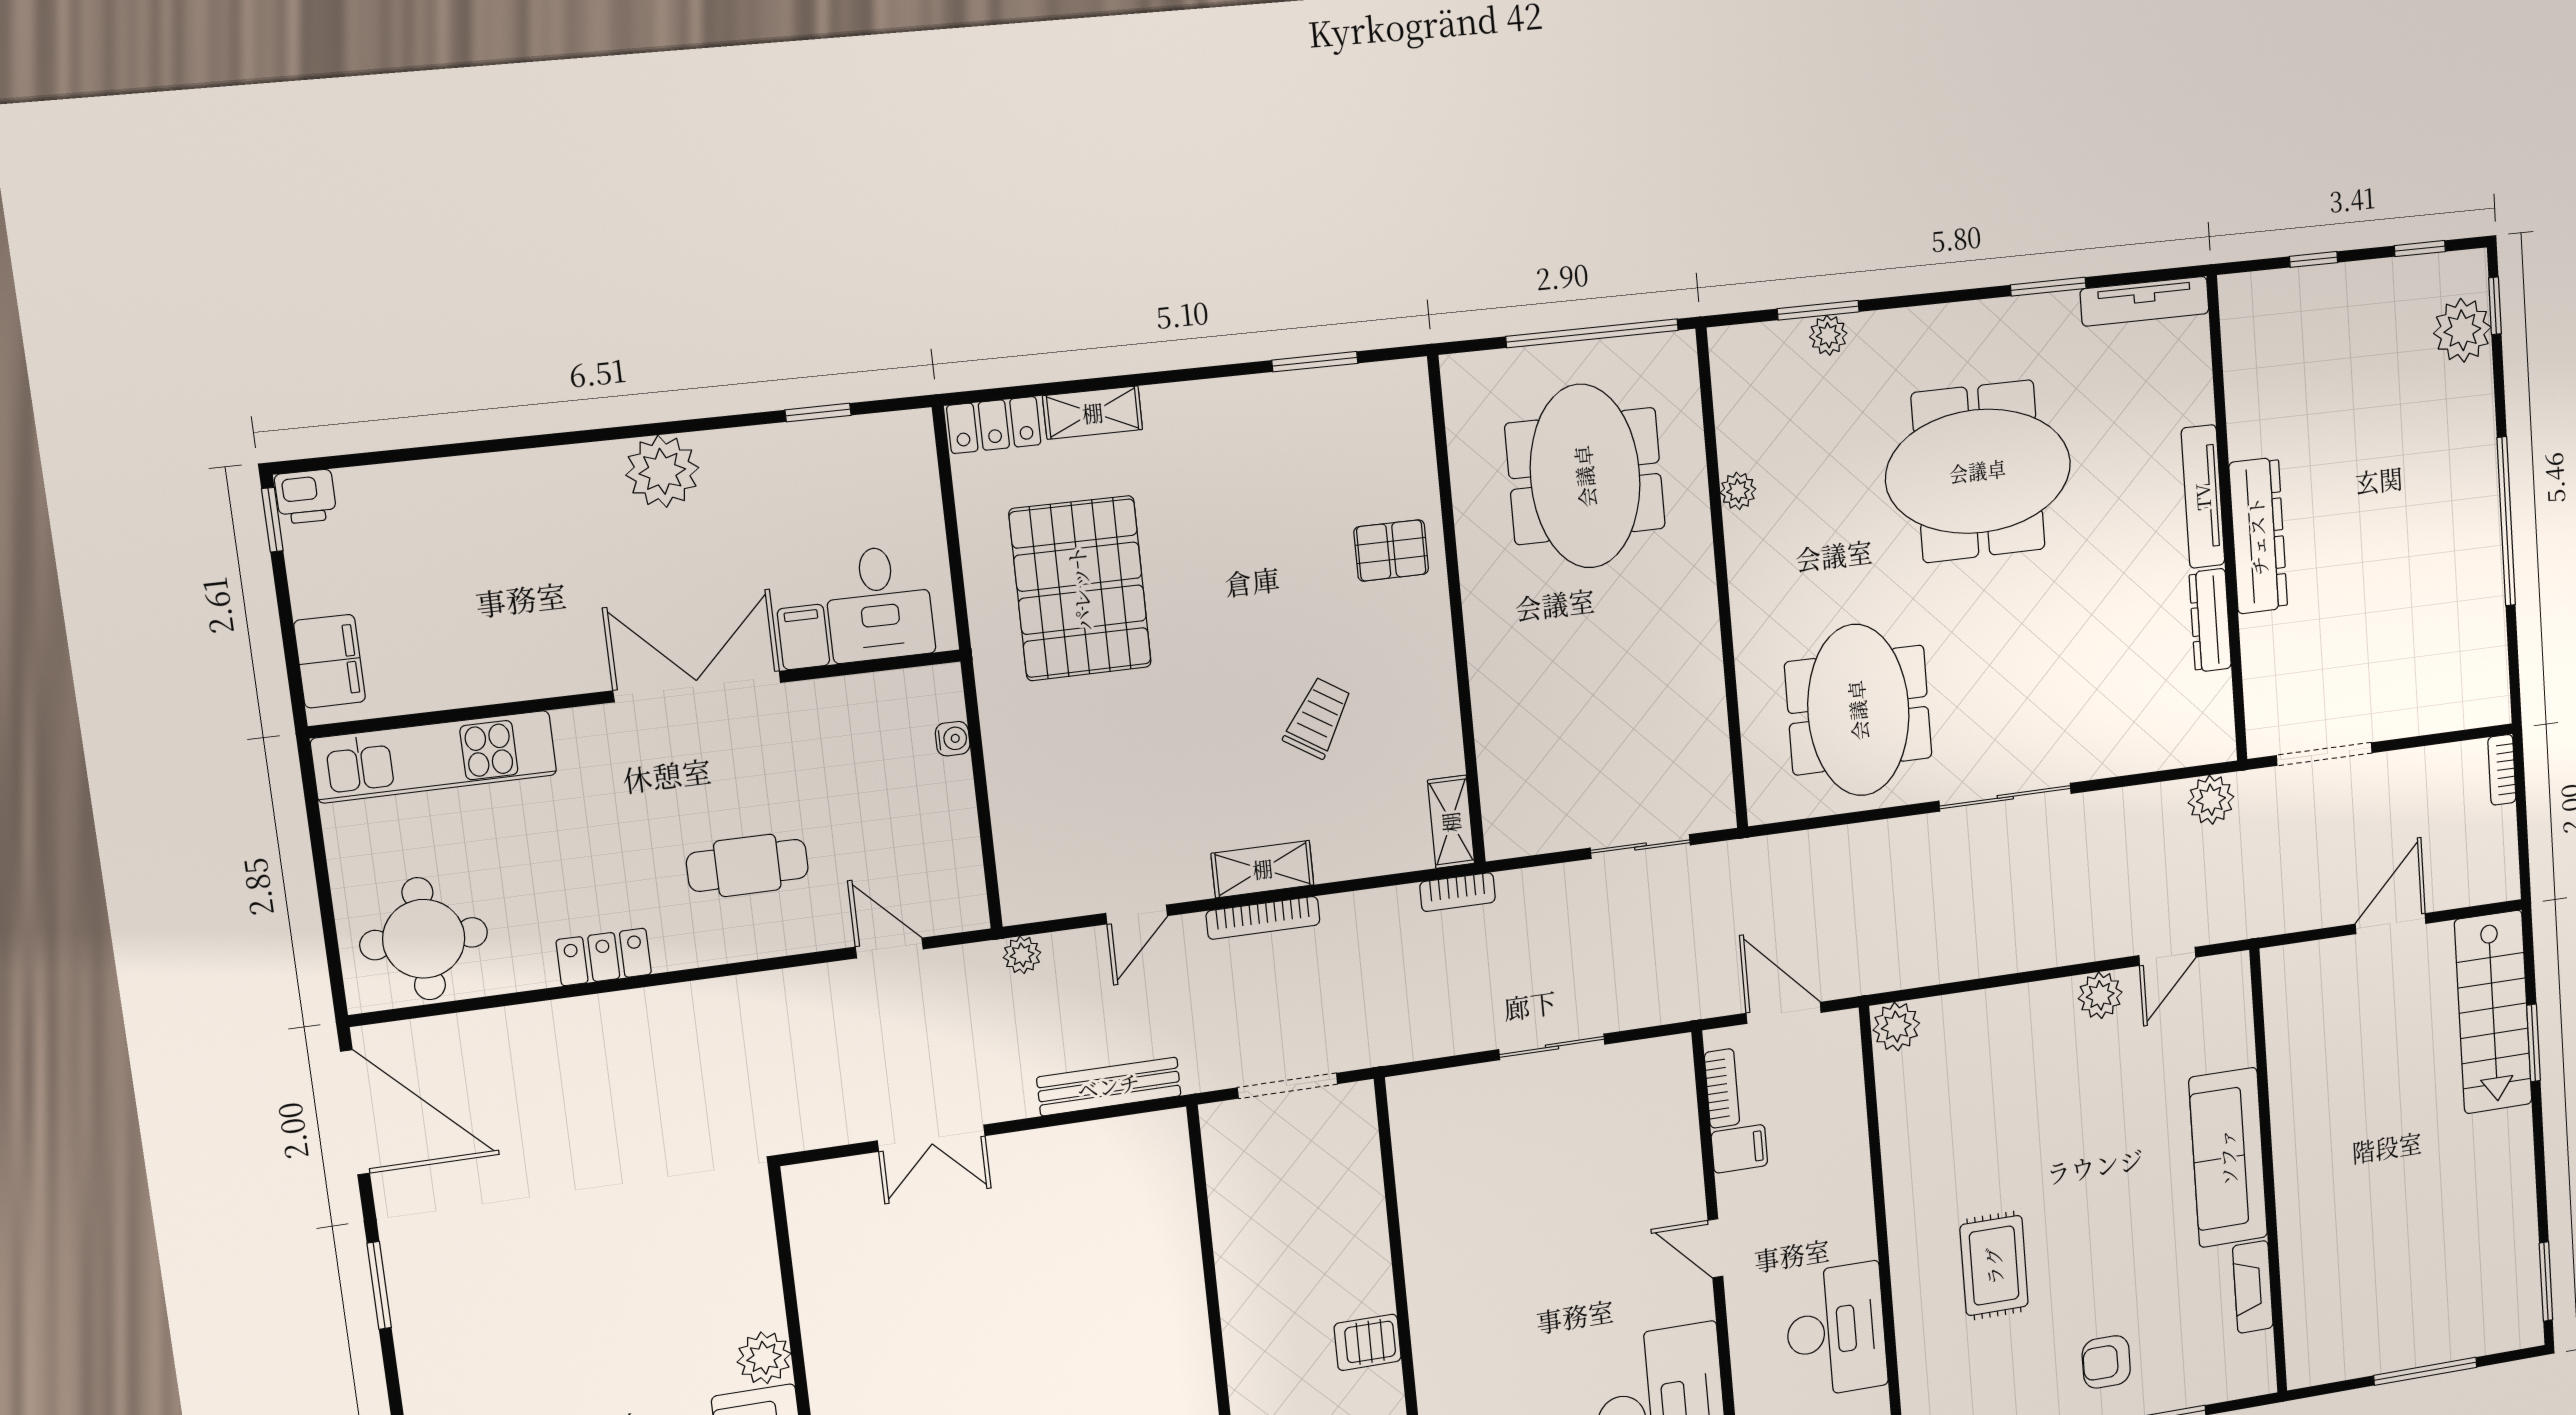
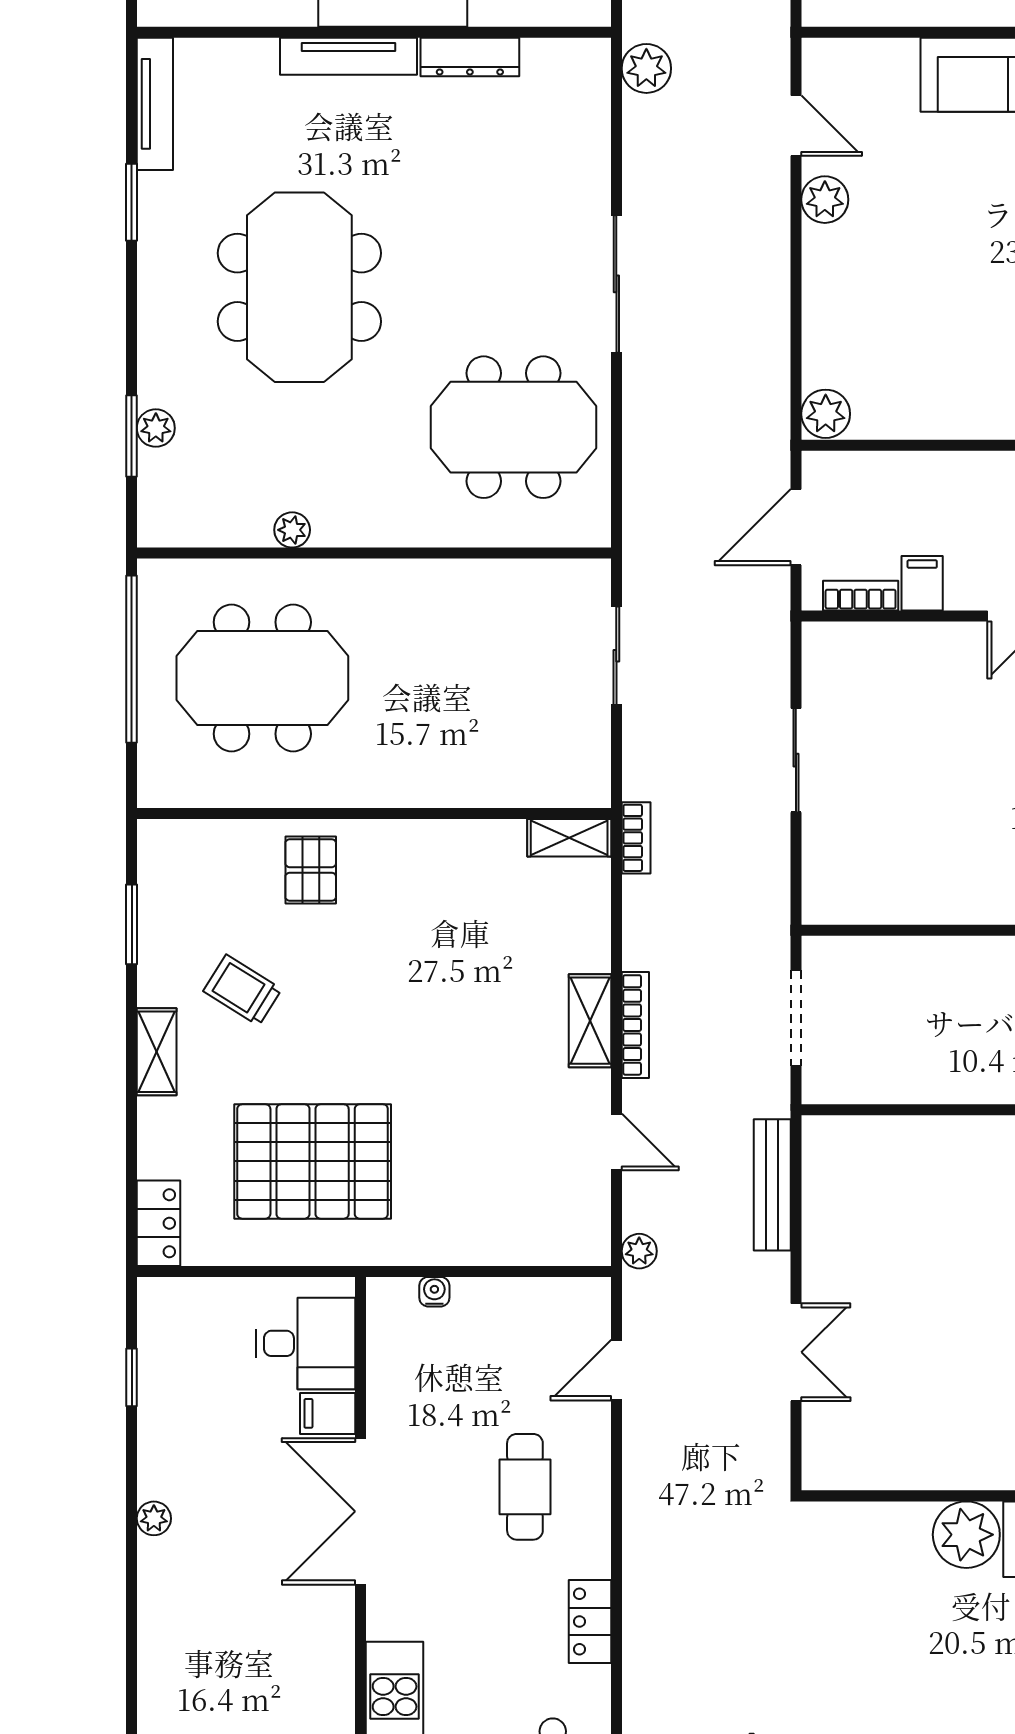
shelving: (1093, 413) -> (157, 1052), moved
plant: (662, 471) -> (154, 1518), width x0.53, depth x0.53
trolley: (1318, 718) -> (242, 990), moved
plant: (764, 1358) -> (966, 1535), width x1.36, depth x1.36

